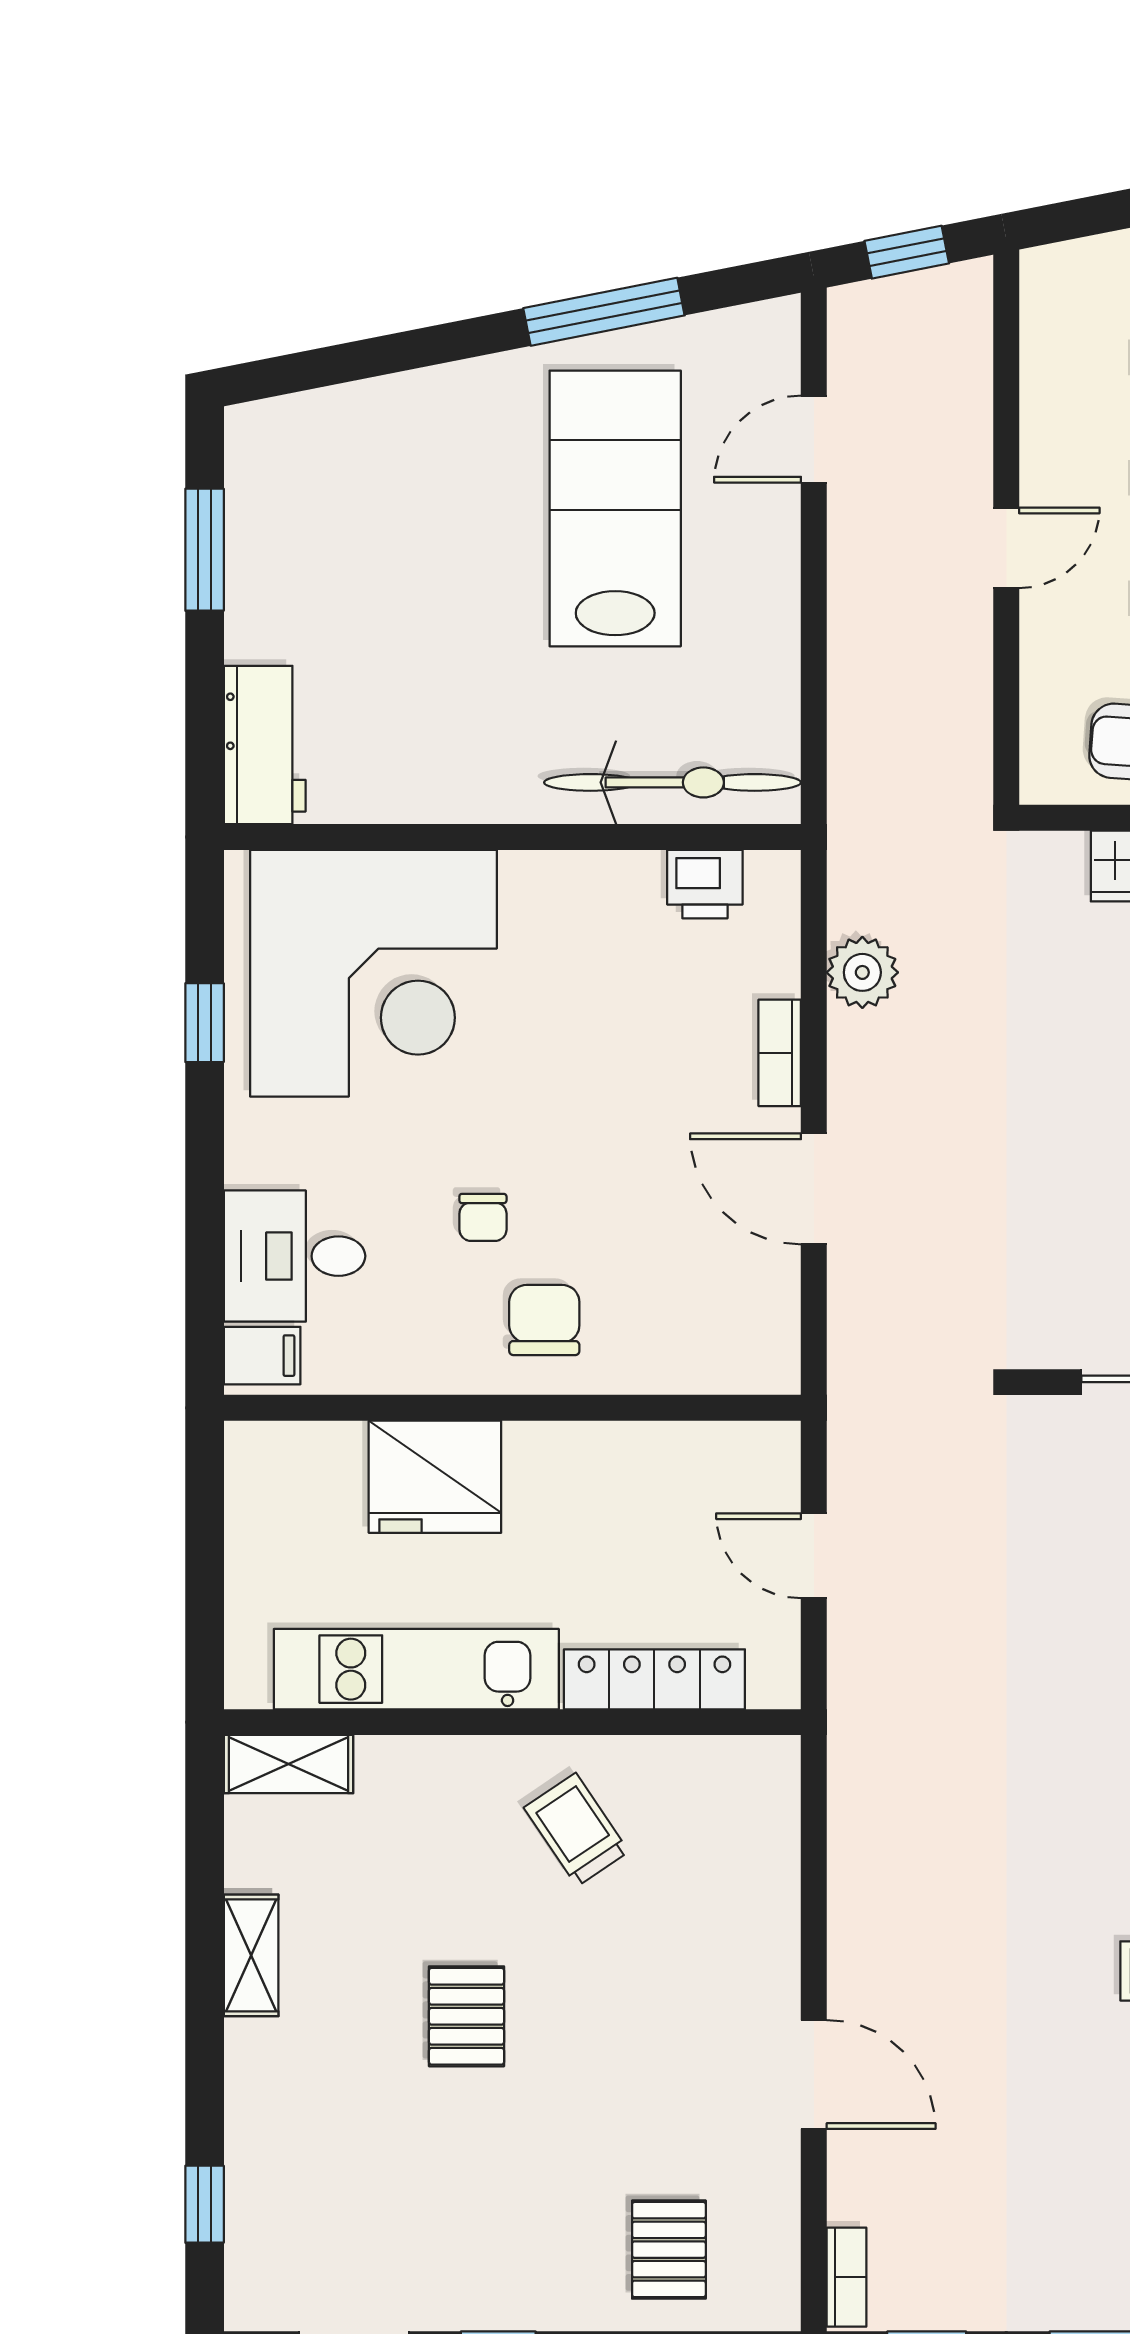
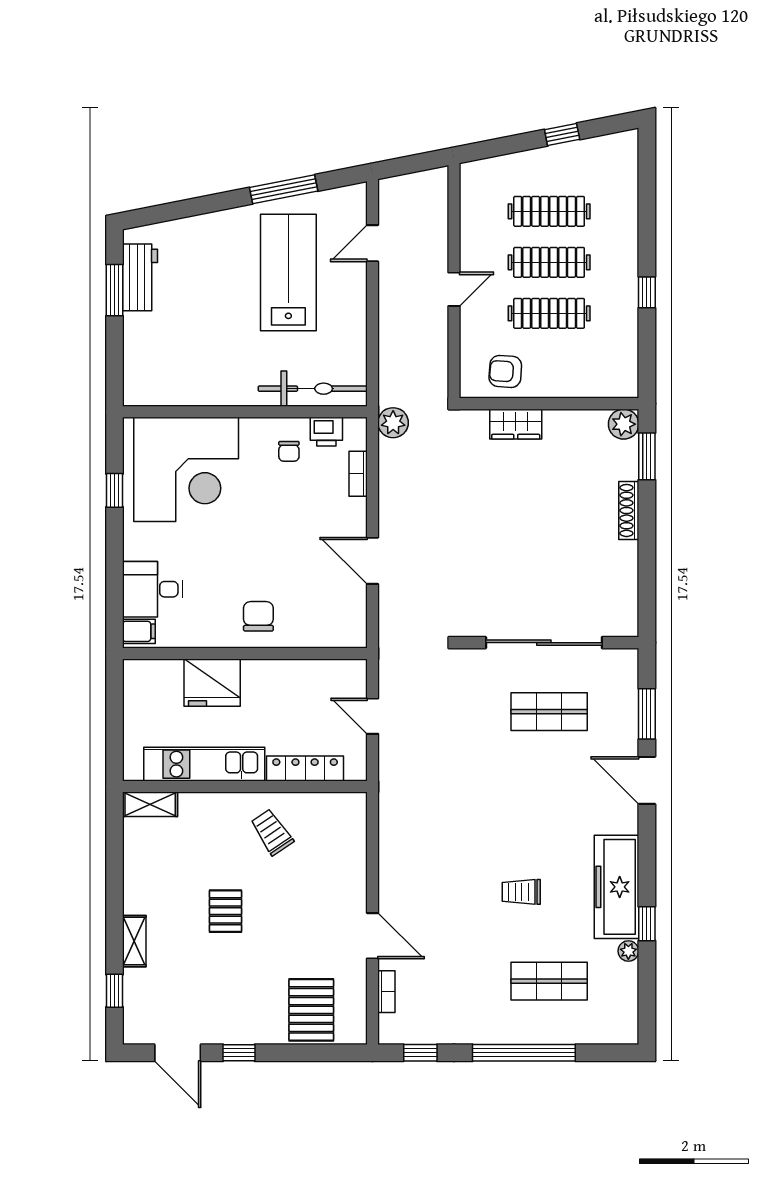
window: (907, 252) -> (412, 164), removed
workbench: (265, 745) -> (140, 277), moved
plant: (862, 972) -> (393, 423), moved
bookcase: (780, 1053) -> (358, 474), moved
chair: (483, 1217) -> (289, 451), moved
shelving: (251, 1955) -> (134, 941), moved
pallet: (669, 2250) -> (311, 1010), width x1.50, depth x1.42
bookcase: (846, 2277) -> (386, 992), moved

